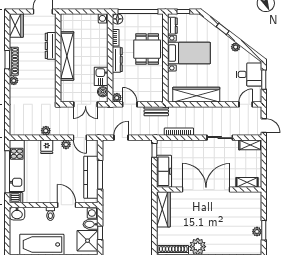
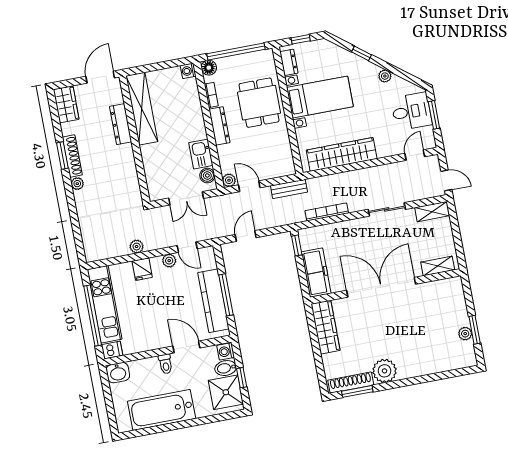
shelving: (67, 56) -> (142, 109), moved

